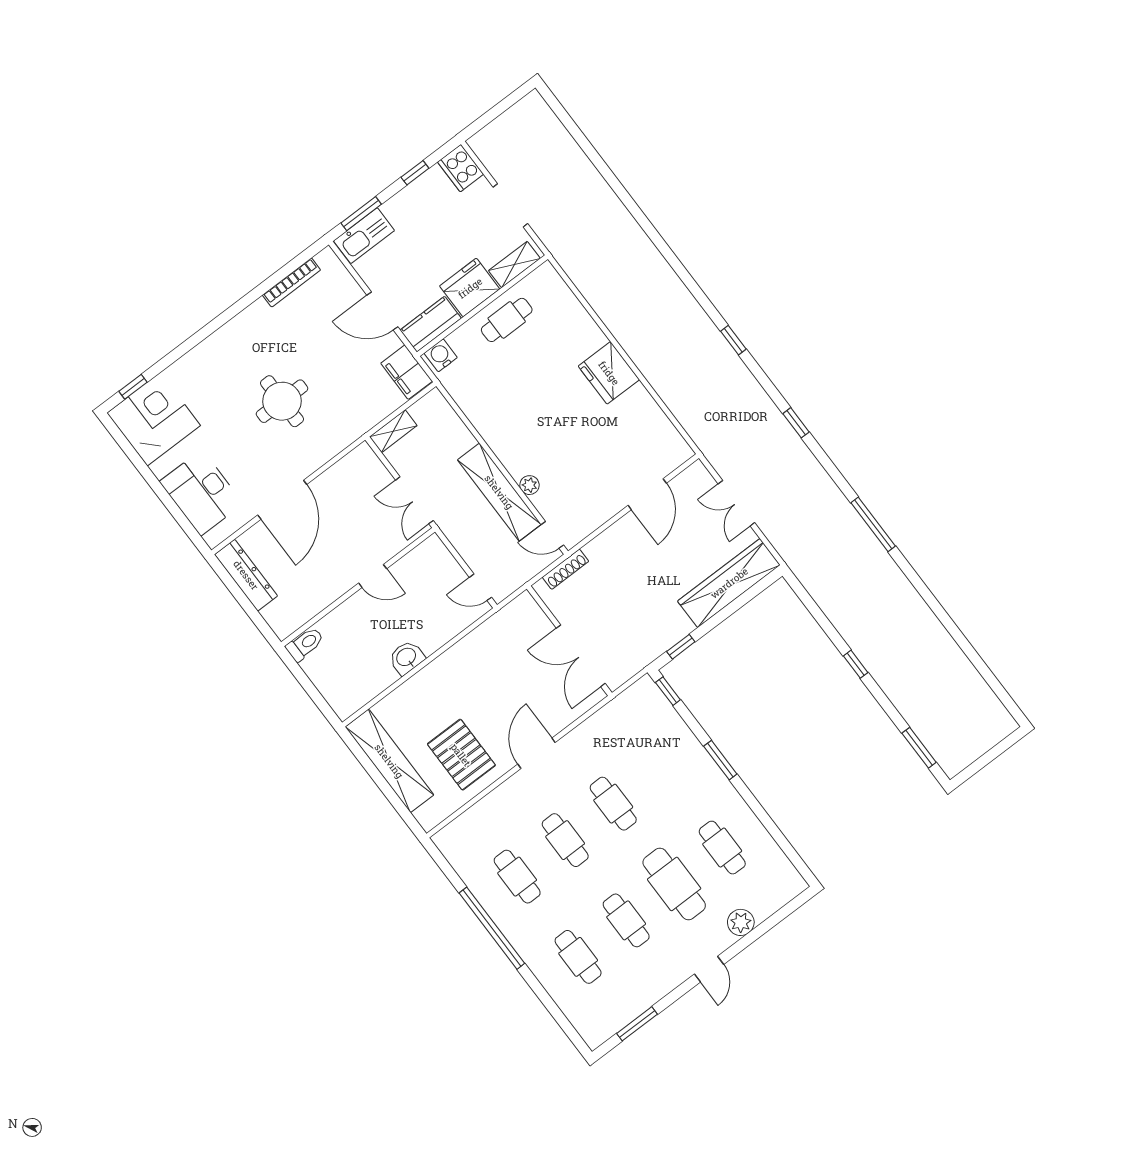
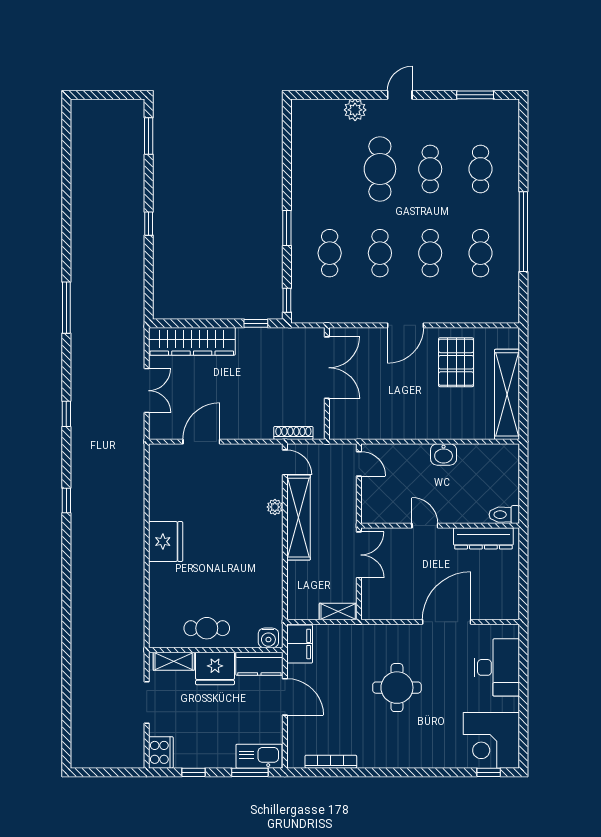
dresser: (246, 575) -> (483, 538), moved, turned -90
cafe table: (722, 848) -> (330, 253), moved

